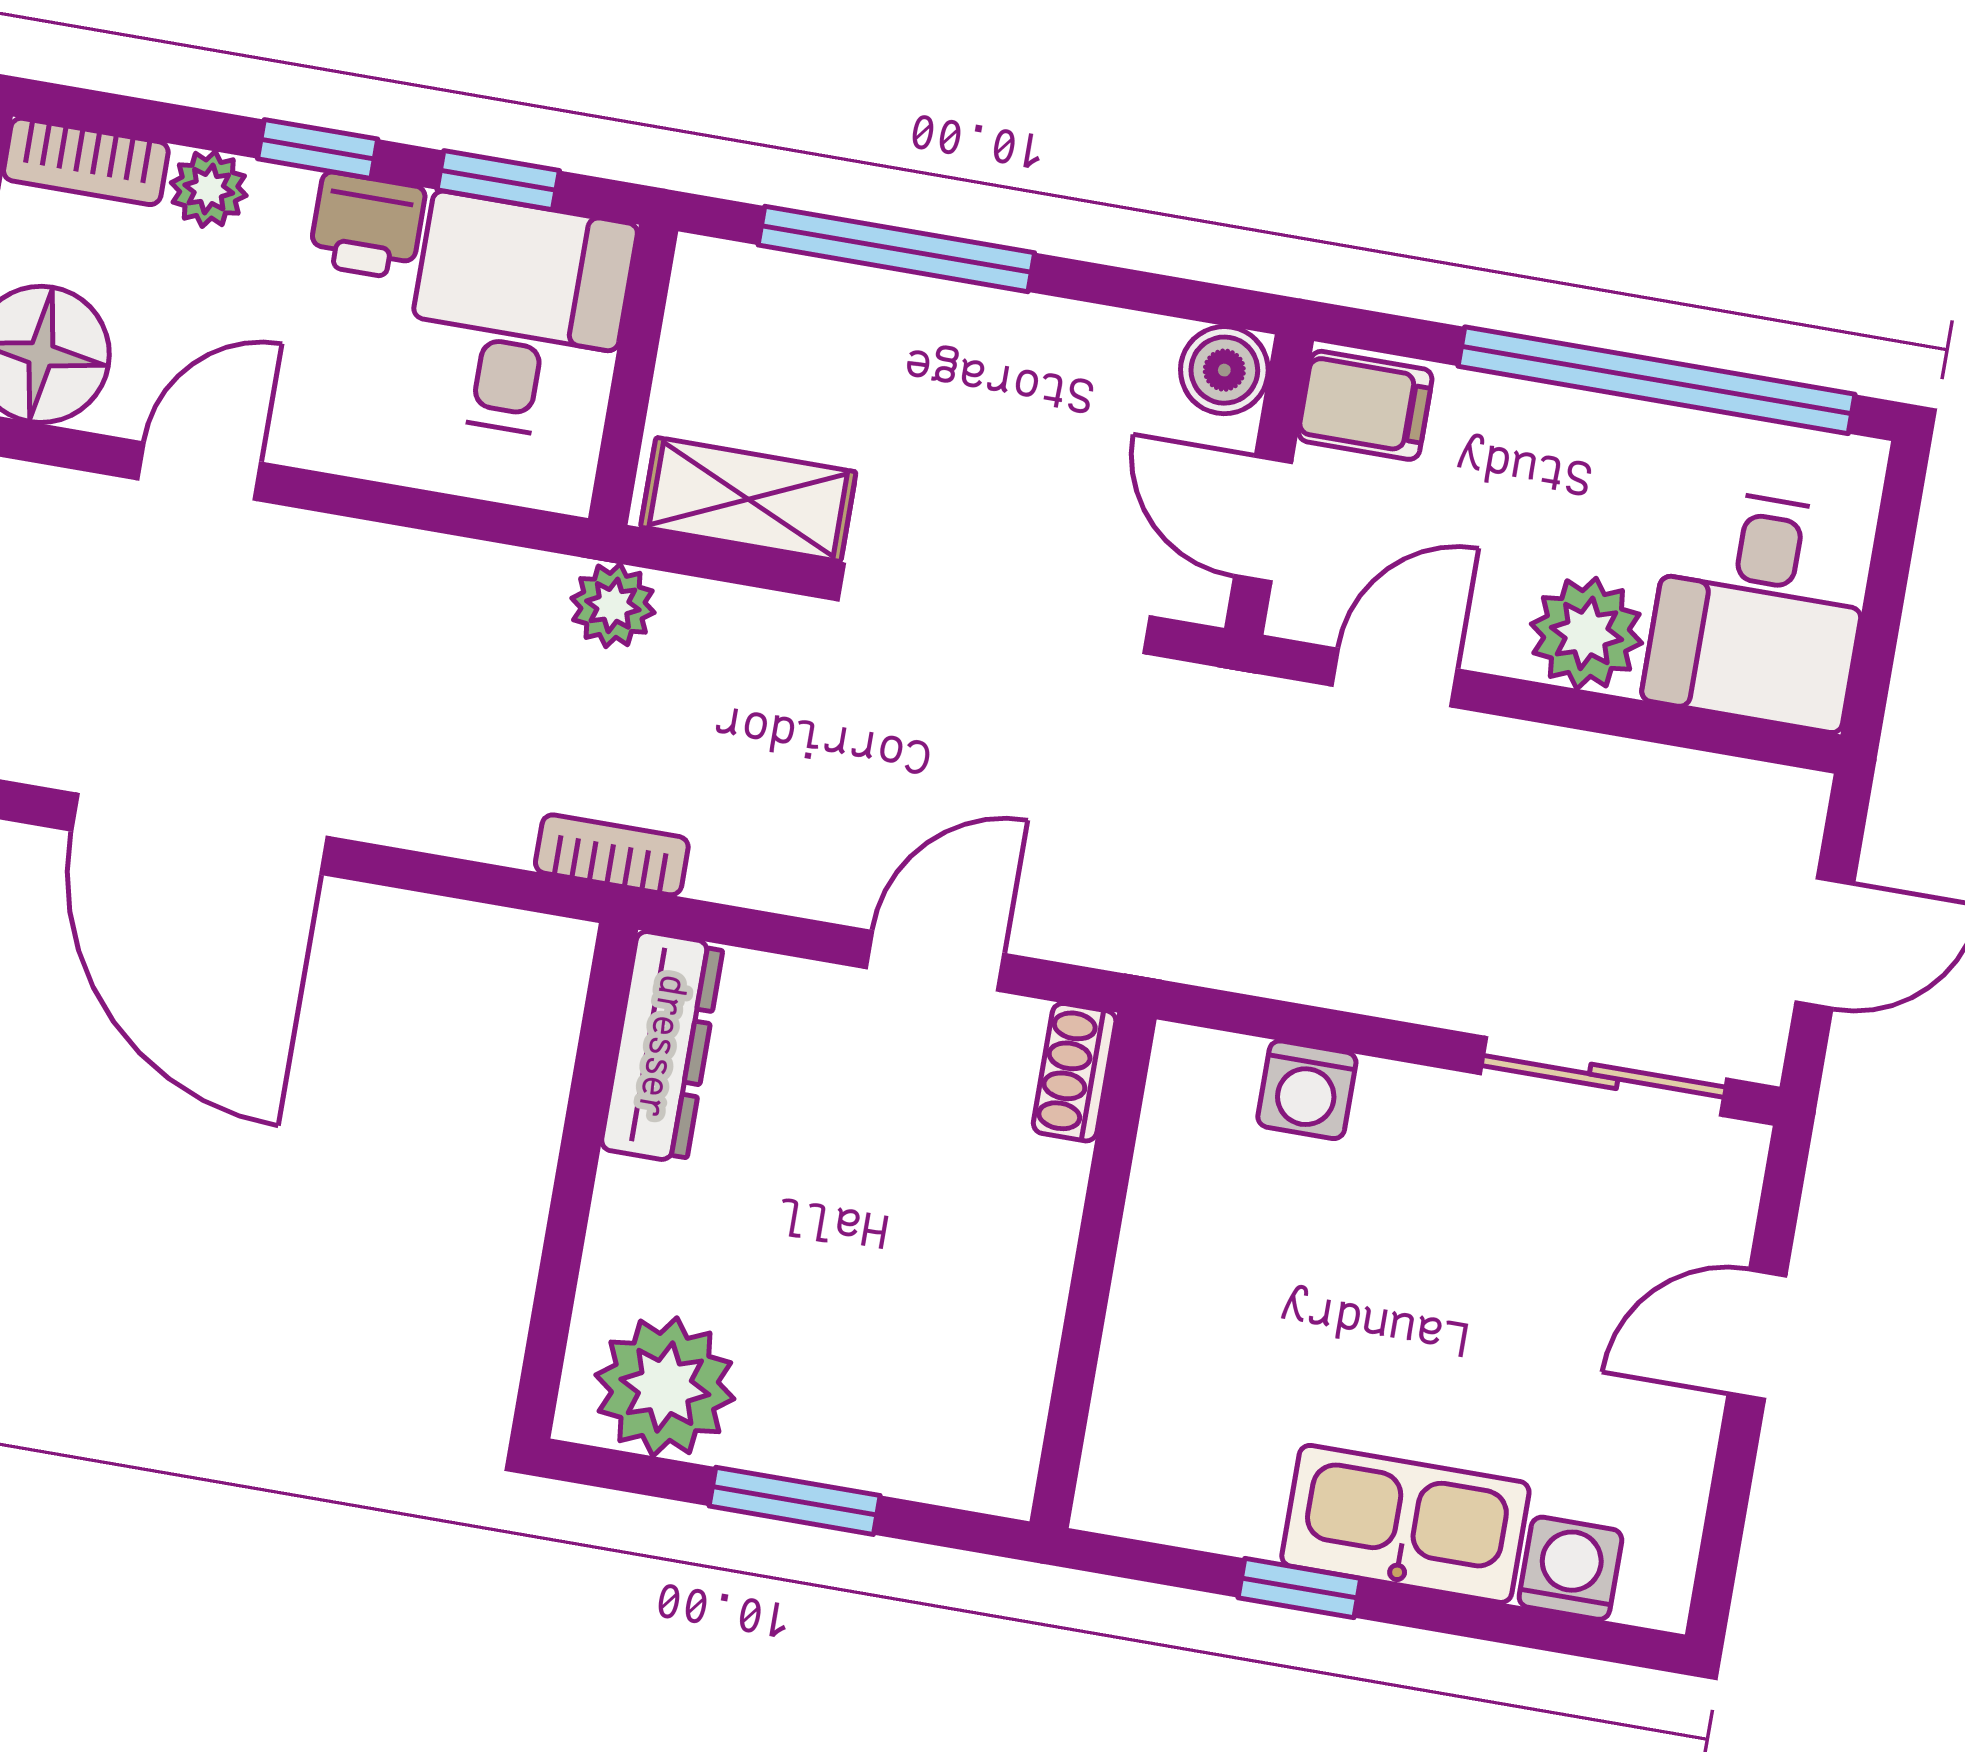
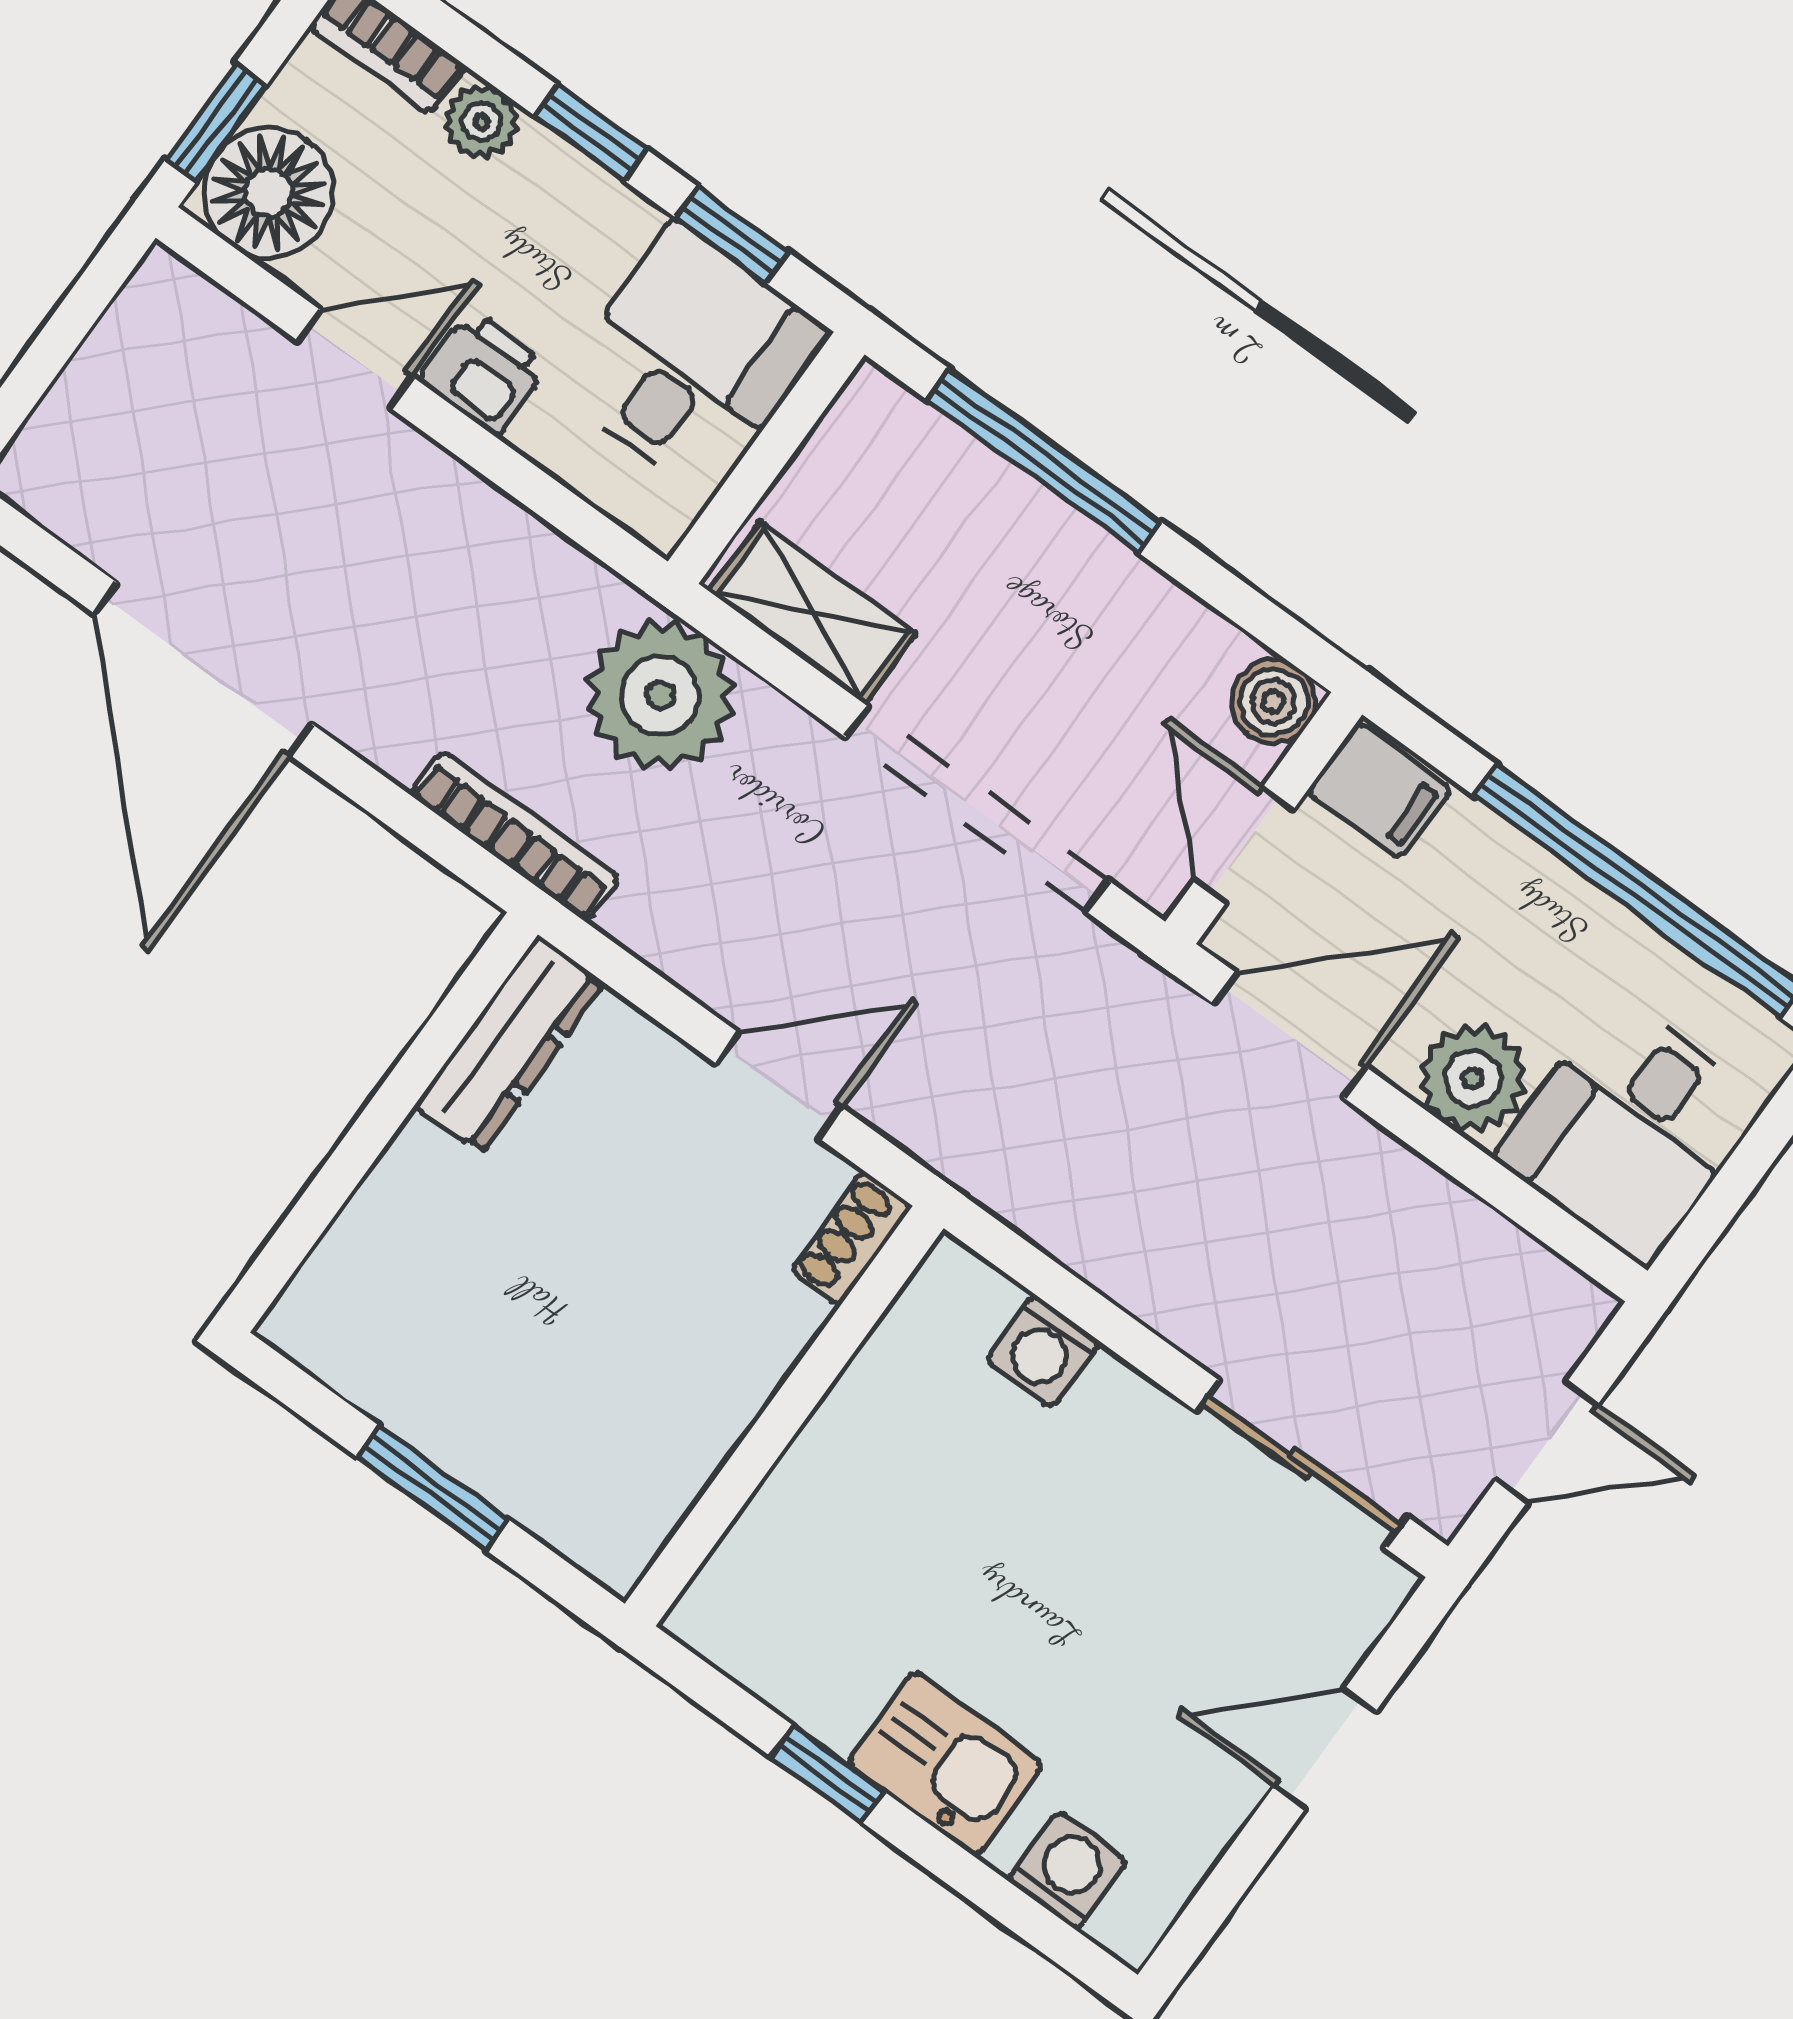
printer: (367, 226) -> (484, 373), moved, turned 180
plant: (613, 605) -> (660, 696), width x1.88, depth x1.88
door: (1395, 678) -> (1290, 1036), width x1.38
bookcase: (612, 855) -> (515, 836), width x1.56
plant: (665, 1387) -> (369, 1336), removed
kitchen sink: (1405, 1524) -> (945, 1764), width x0.73

